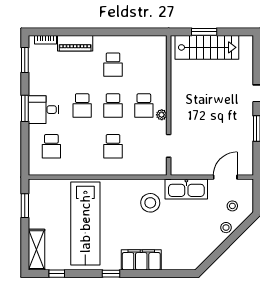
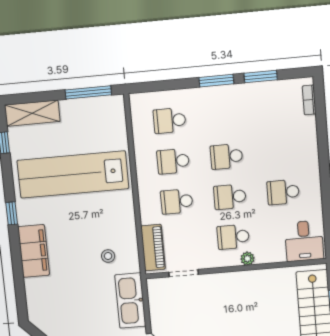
piano: (75, 43) -> (153, 248), moved, turned 180
window: (25, 60) -> (261, 77), moved
desk: (43, 110) -> (304, 241), moved, turned 180
plant: (162, 115) -> (247, 259), moved
school desk: (82, 146) -> (173, 161), added
stool: (150, 203) -> (108, 256), width x0.53, depth x0.53
window: (25, 206) -> (88, 92), width x1.44

